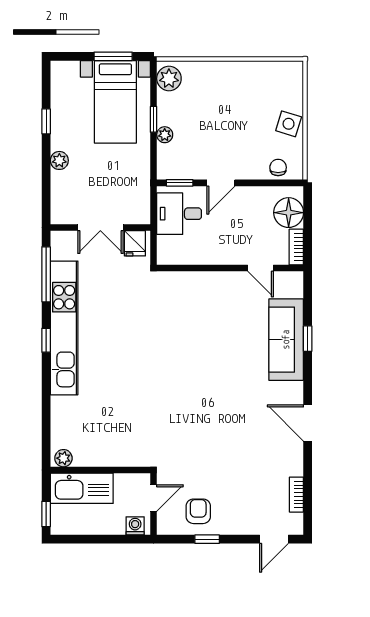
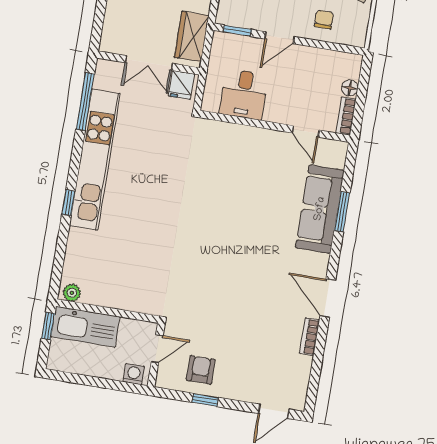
chair: (278, 167) -> (324, 19), moved
wardrobe: (137, 196) -> (192, 36), added
floor lamp: (289, 213) -> (350, 88), width x0.53, depth x0.53
desk: (179, 214) -> (244, 94), moved, turned -90
window: (308, 339) -> (342, 212), width x1.50
window: (46, 340) -> (68, 203), moved
bookcase: (296, 495) -> (310, 337), moved
window: (46, 514) -> (48, 326), moved

